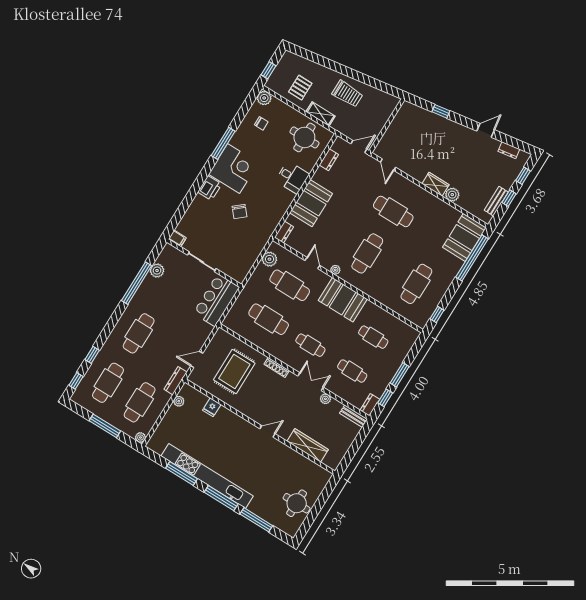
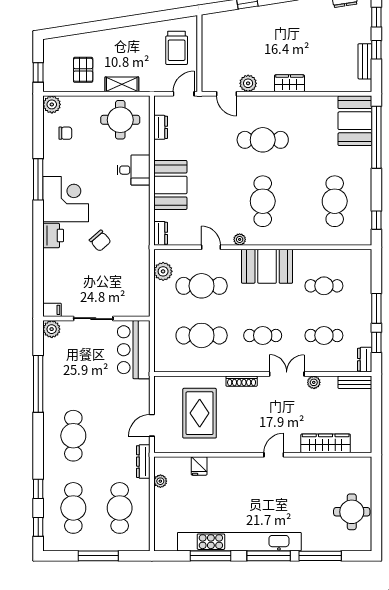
trolley: (347, 94) -> (177, 48), moved, turned 90
plant: (452, 195) -> (248, 83), moved
plant: (157, 271) -> (52, 329), moved
plant: (140, 437) -> (144, 545), removed

